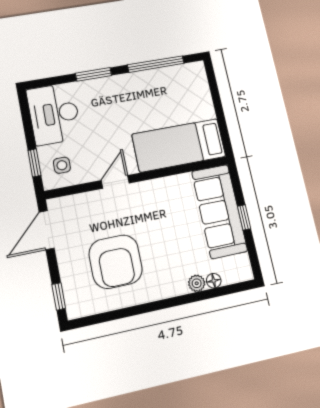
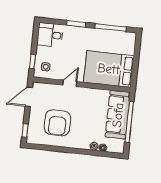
desk: (54, 114) -> (50, 35), width x0.73
bed: (179, 145) -> (109, 69), width x1.50
window: (244, 217) -> (129, 122), width x3.17

